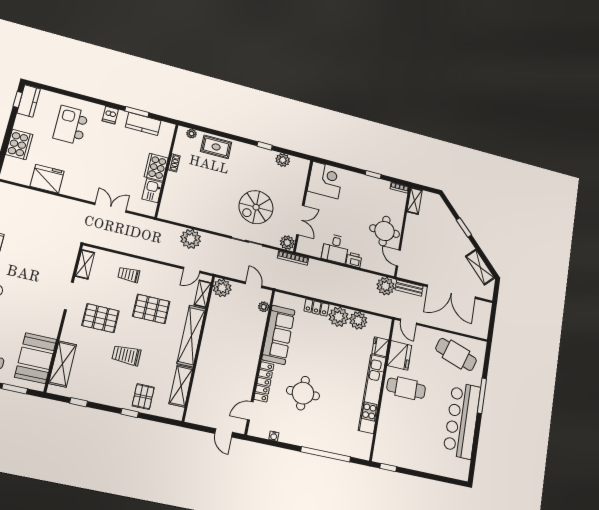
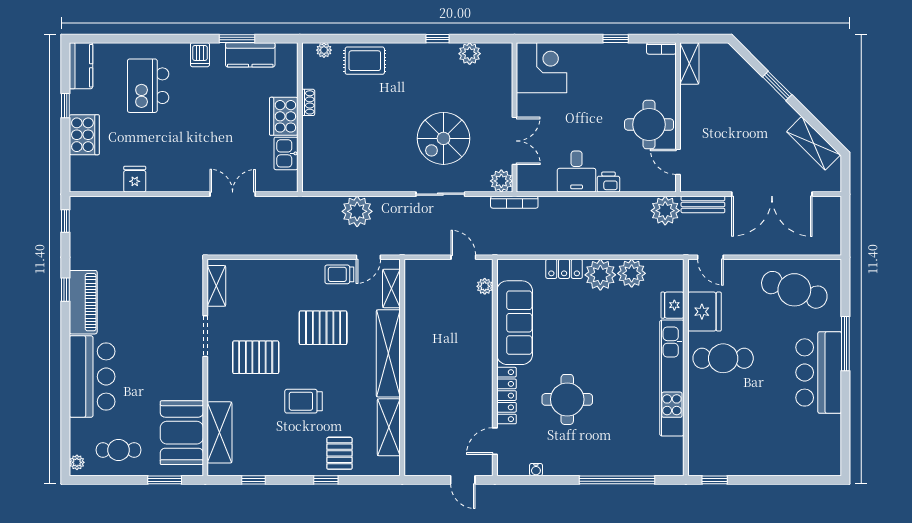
window: (18, 99) -> (65, 106), moved
fridge: (47, 179) -> (135, 179), width x0.53, depth x0.75
trolley: (129, 275) -> (339, 274), moved
plant: (222, 288) -> (418, 273), removed
bar counter: (462, 420) -> (819, 372), width x0.73

